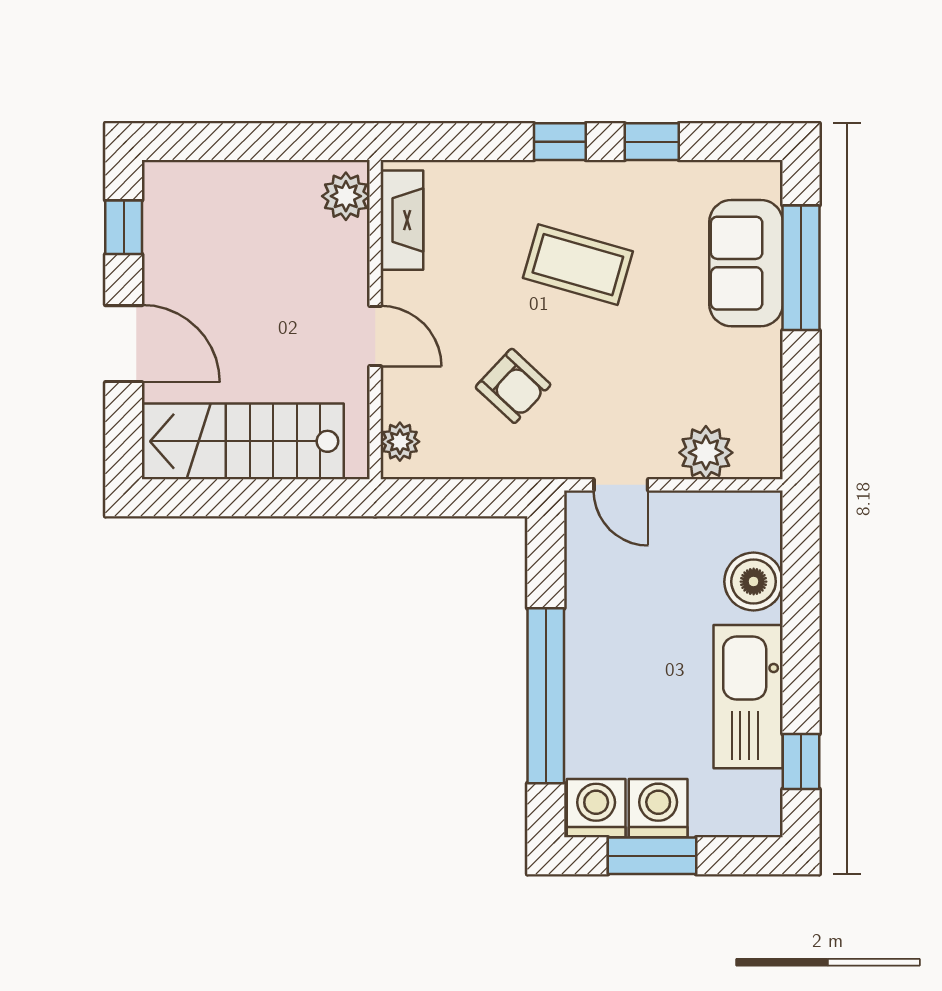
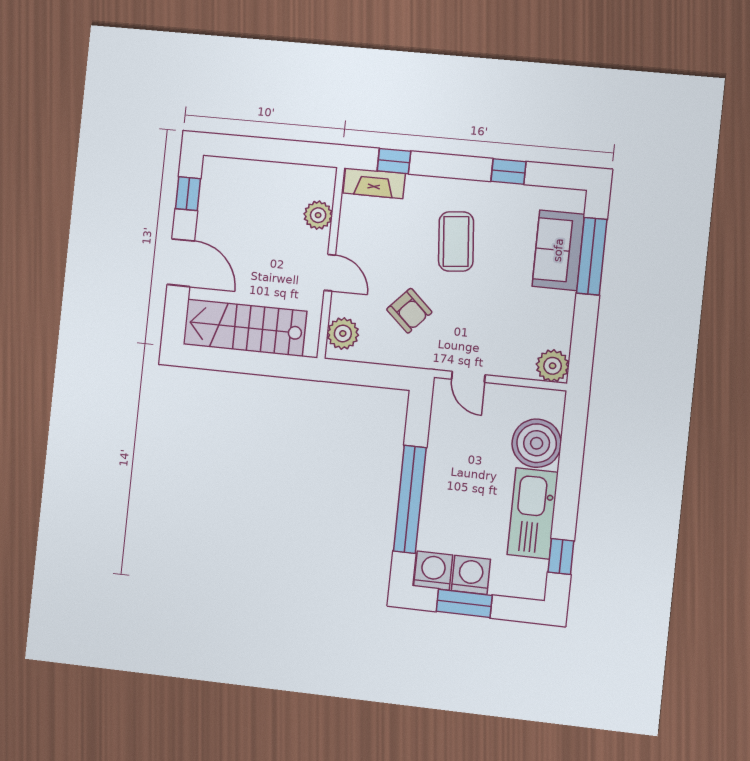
window: (560, 142) -> (394, 161), moved
plant: (346, 196) -> (318, 215), moved
fireplace: (402, 220) -> (374, 183), moved, turned 90
coffee table: (578, 265) -> (456, 241), turned 69
plant: (400, 442) -> (343, 333), width x1.38, depth x1.38
plant: (706, 453) -> (553, 366), moved
boiler: (754, 582) -> (537, 443), width x1.37, depth x1.37

